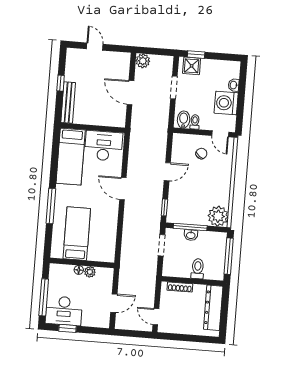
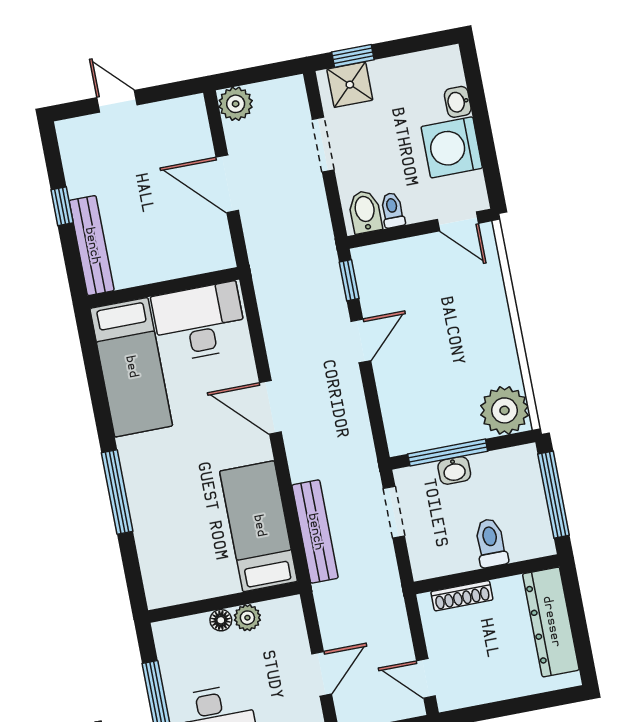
chair: (201, 154) -> (427, 278), removed
window: (164, 207) -> (349, 280), moved
bed: (77, 234) -> (259, 526), moved
bench: (127, 244) -> (315, 532), added

